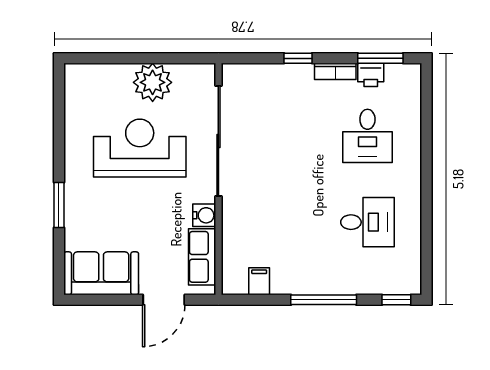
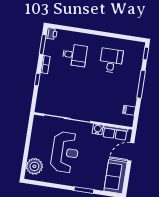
printer: (371, 75) -> (51, 34), moved
plant: (153, 82) -> (34, 166), moved
reception desk: (140, 148) -> (65, 152), turned 180
door: (164, 300) -> (131, 152), swing flipped

